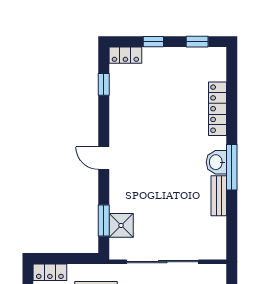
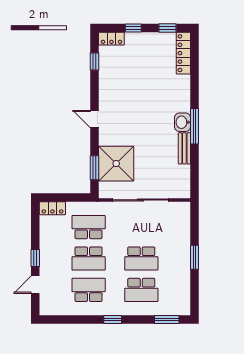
locker: (218, 109) -> (183, 53), moved
shower: (121, 225) -> (116, 164), width x1.86, depth x1.86

